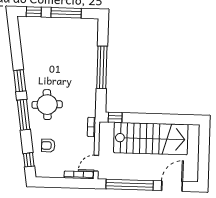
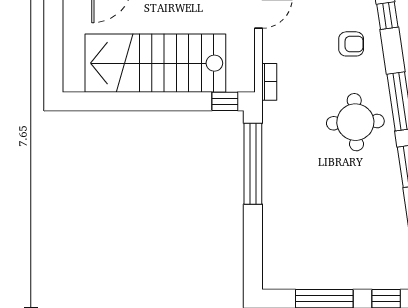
window: (102, 67) -> (253, 164), moved

